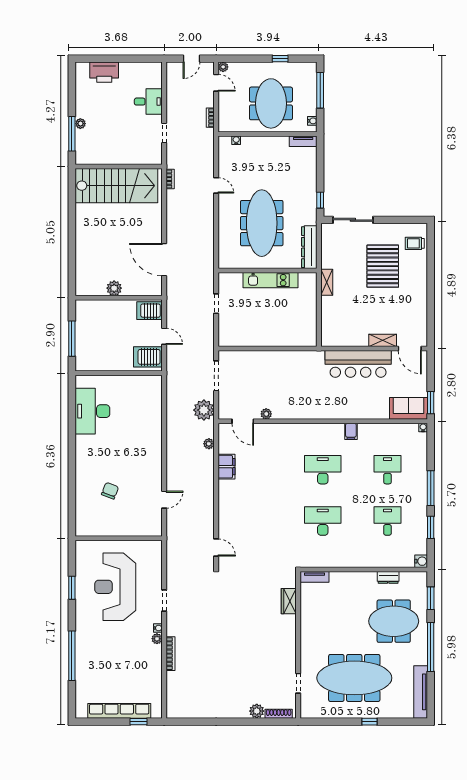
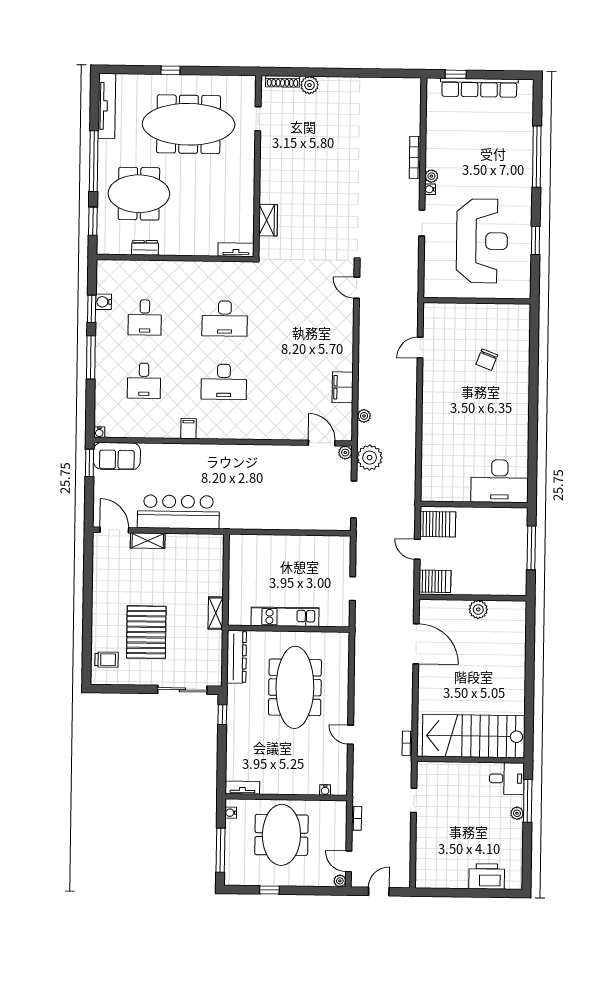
desk: (148, 102) -> (507, 779), moved, turned 180
desk: (92, 411) -> (500, 481), moved, turned 90
plant: (266, 414) -> (345, 453), moved
water cooler: (421, 561) -> (104, 302), moved

